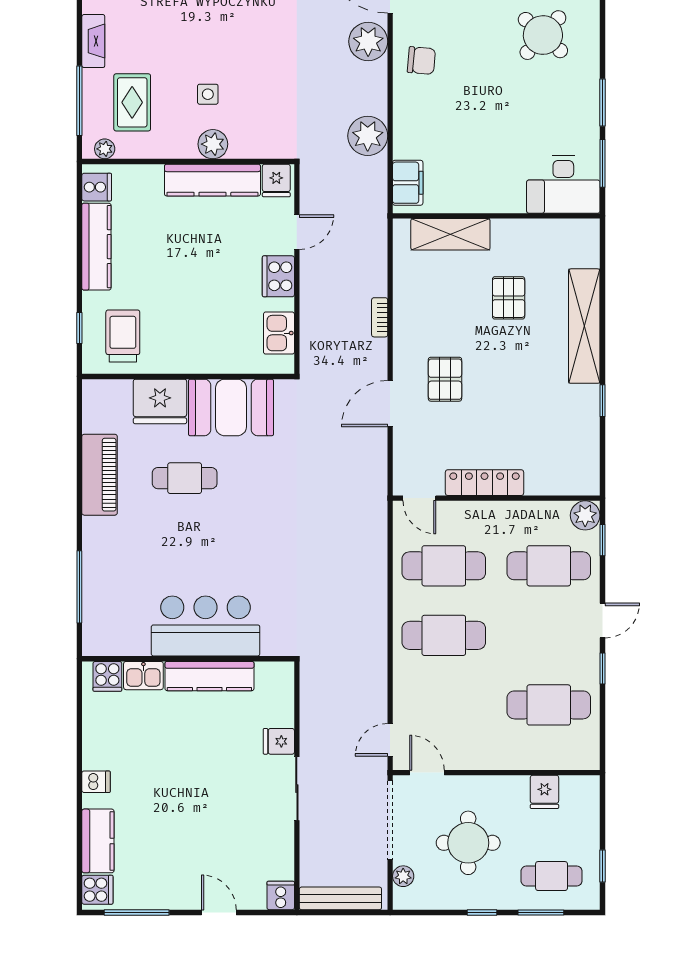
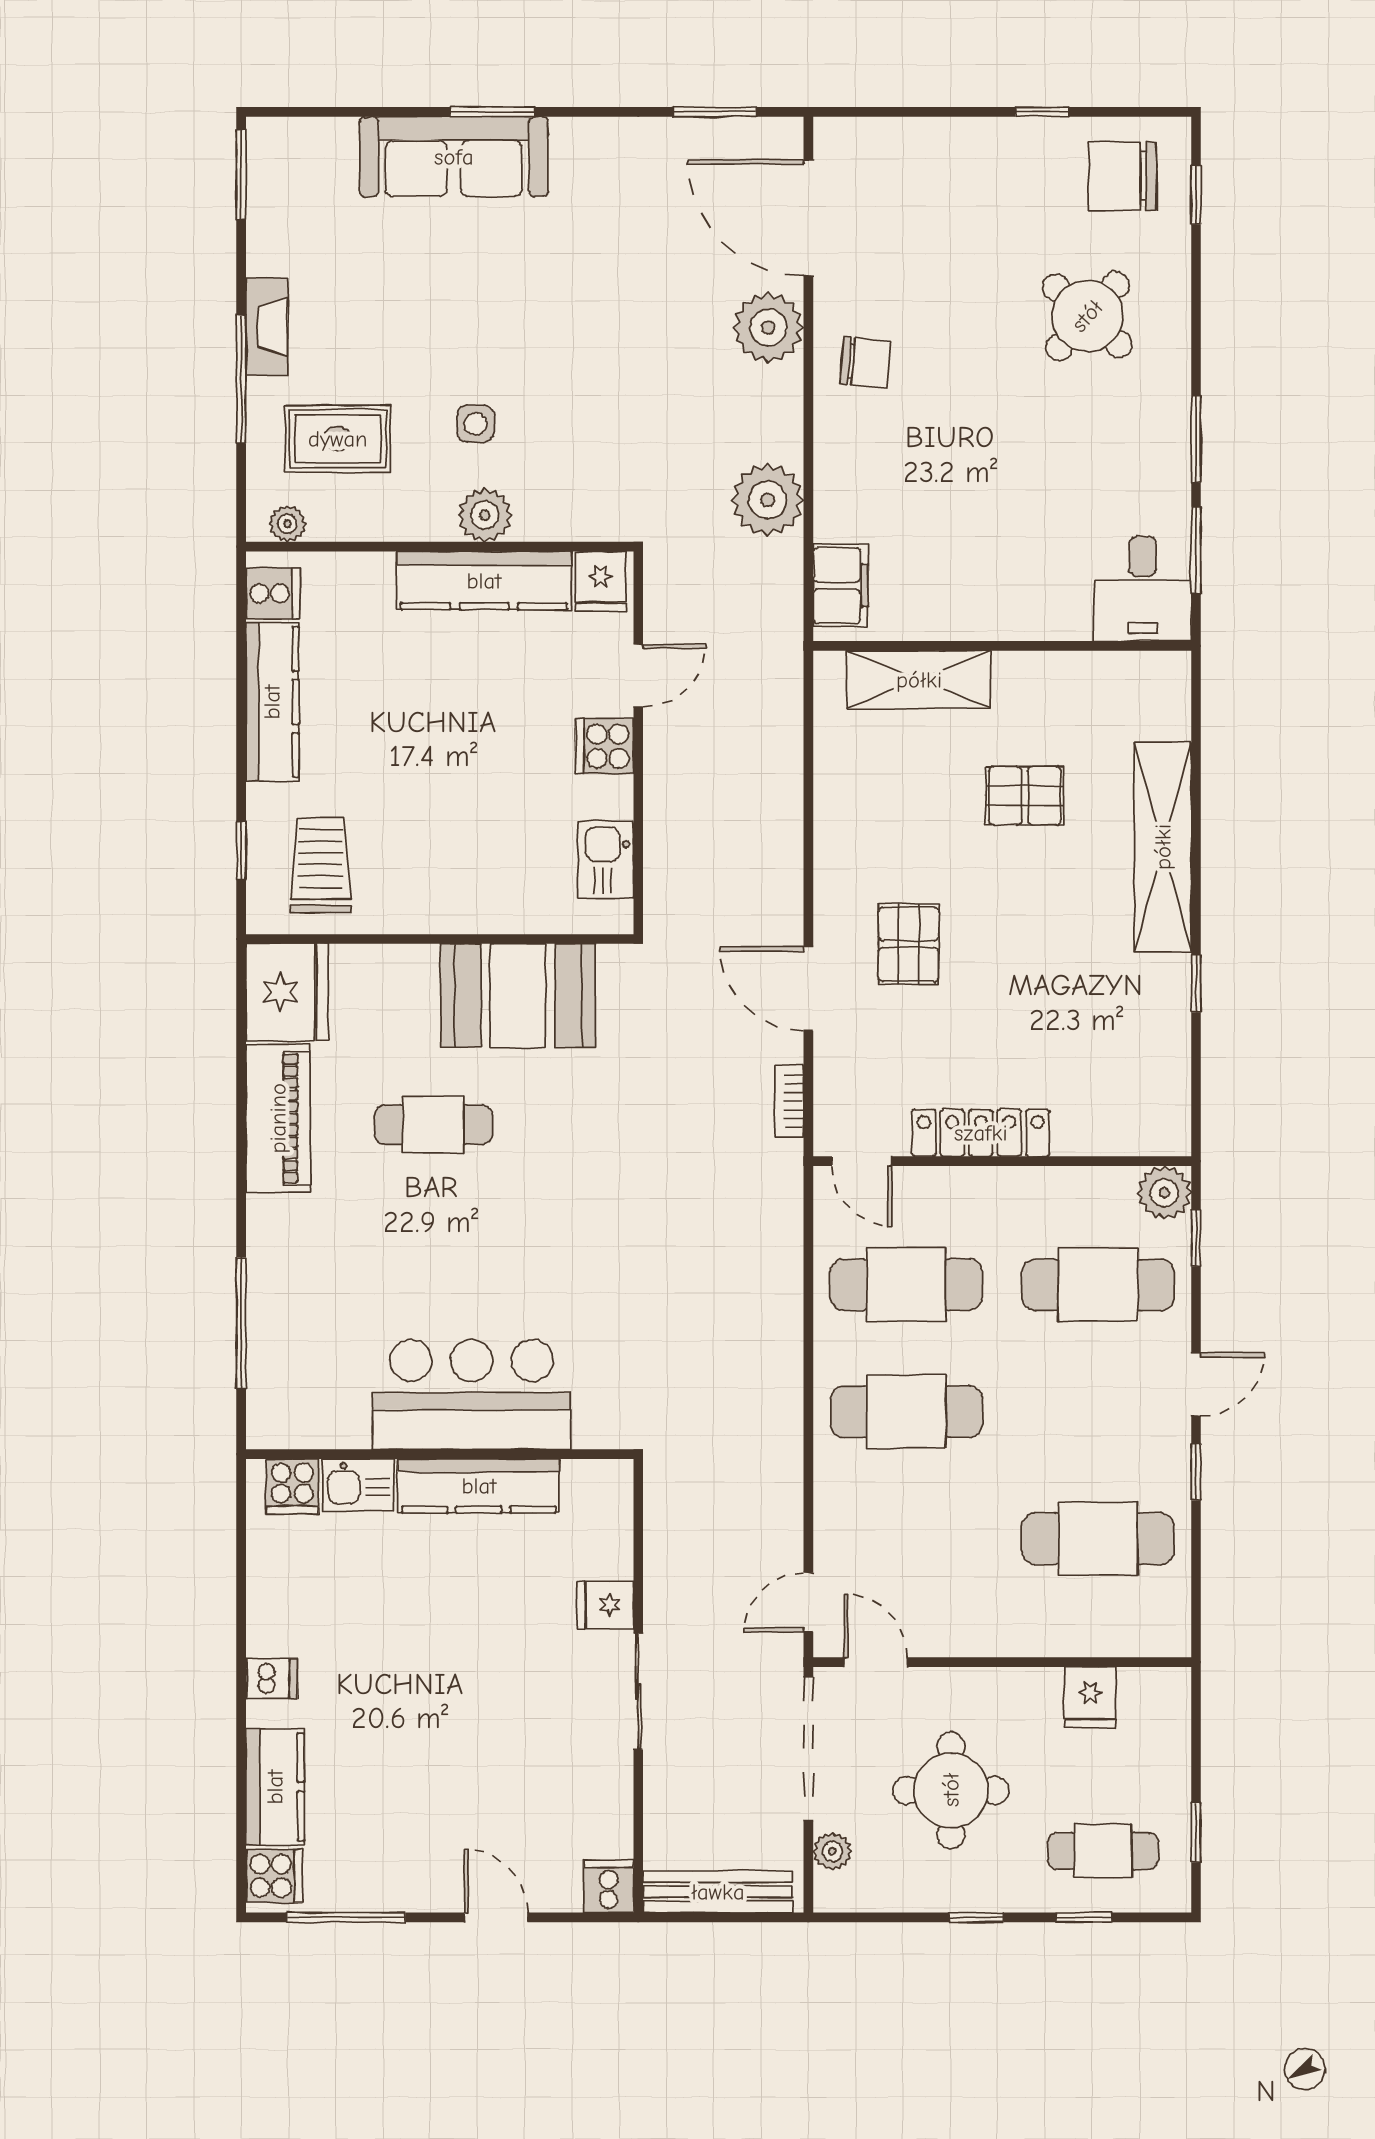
window: (79, 101) -> (241, 379), moved
rug: (132, 102) -> (338, 439), turned 90
desk: (563, 185) -> (1143, 589), width x0.73
cooker: (278, 276) -> (604, 746), width x0.73
pallet: (509, 298) -> (1025, 796), turned 90
bookcase: (380, 317) -> (789, 1101), moved
fridge: (160, 401) -> (287, 992), moved, turned -90
door: (390, 404) -> (808, 989), hinge flipped
window: (541, 912) -> (1084, 1917), width x0.67

